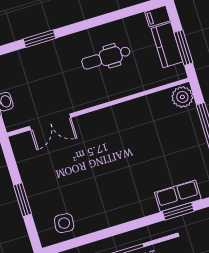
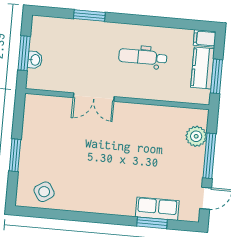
plant: (182, 97) -> (196, 136), moved
double door: (50, 122) -> (94, 97), moved
side table: (64, 223) -> (44, 192), turned -38

